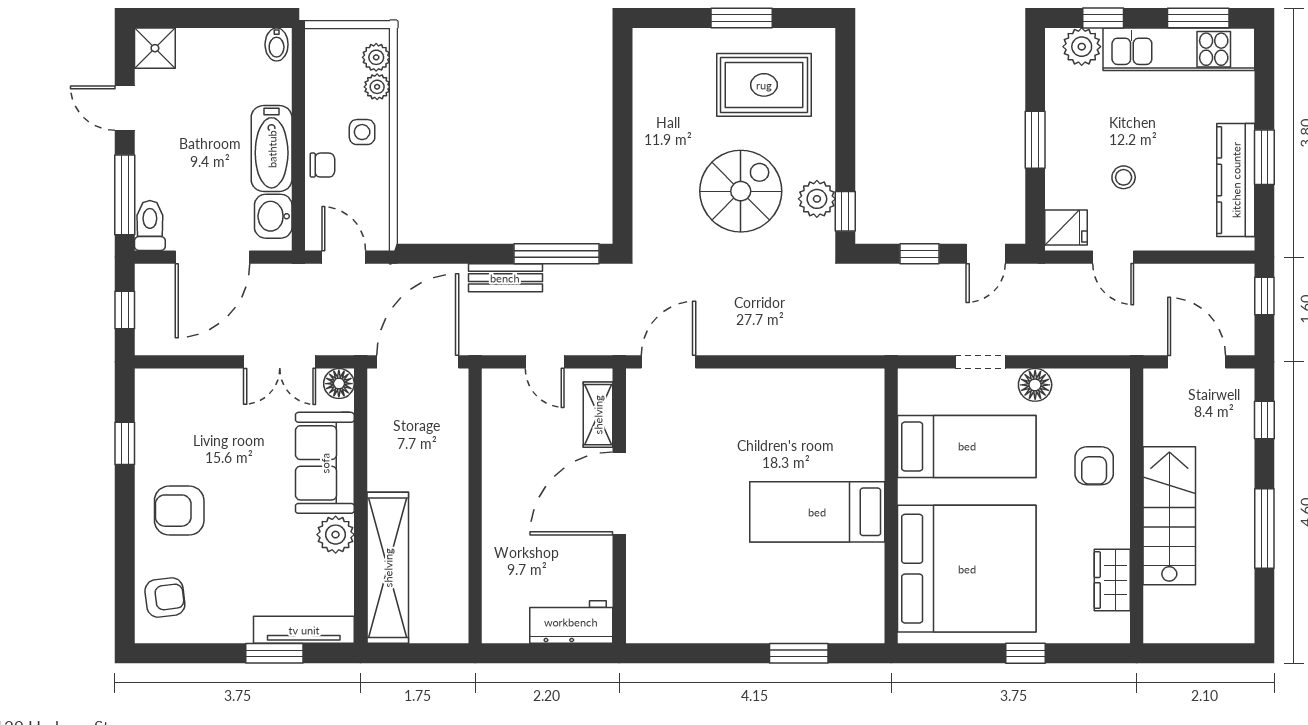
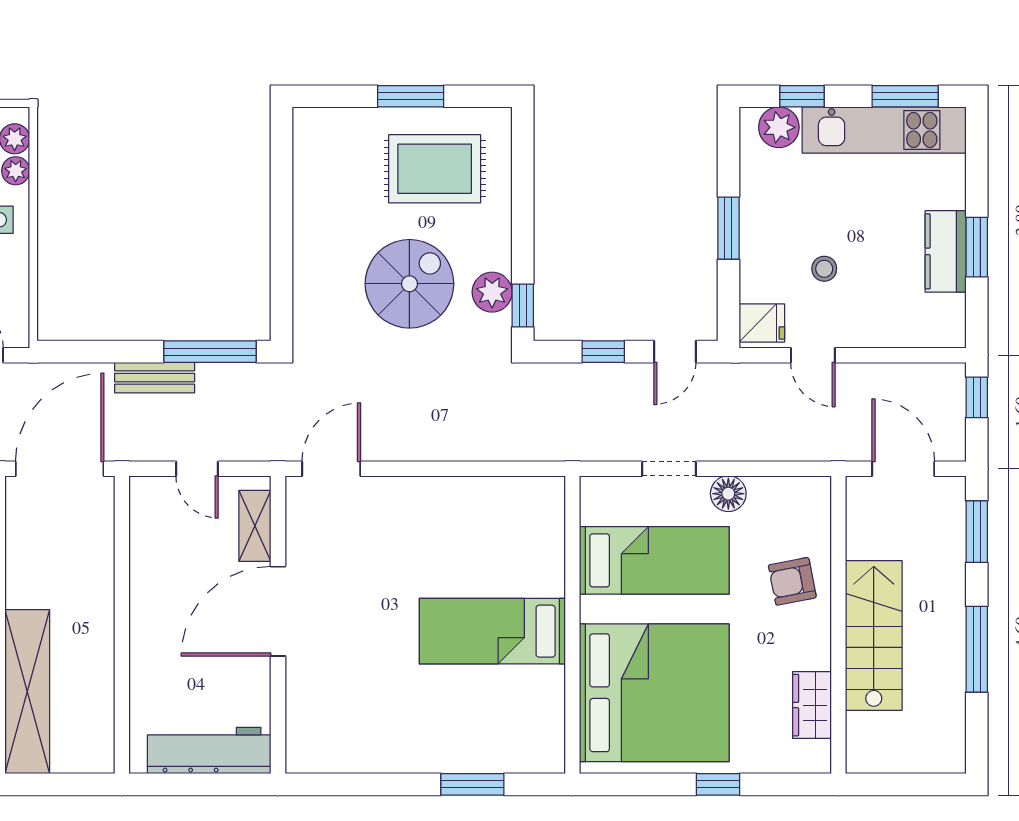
kitchen counter: (1236, 180) -> (946, 251), width x0.67
window: (1264, 420) -> (977, 532), width x1.50
armchair: (1094, 466) -> (792, 581), turned 79
workbench: (571, 622) -> (209, 751), width x1.38

